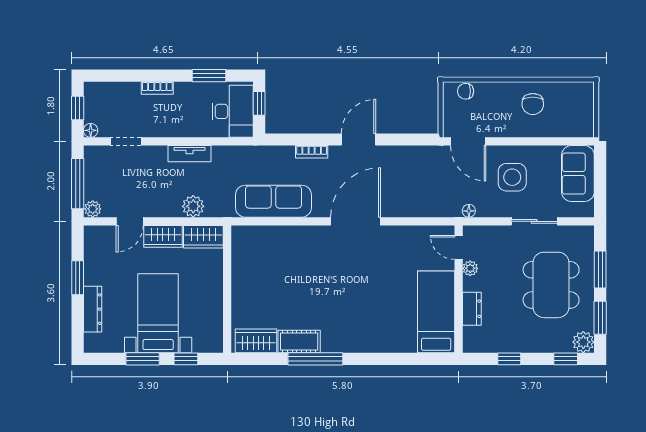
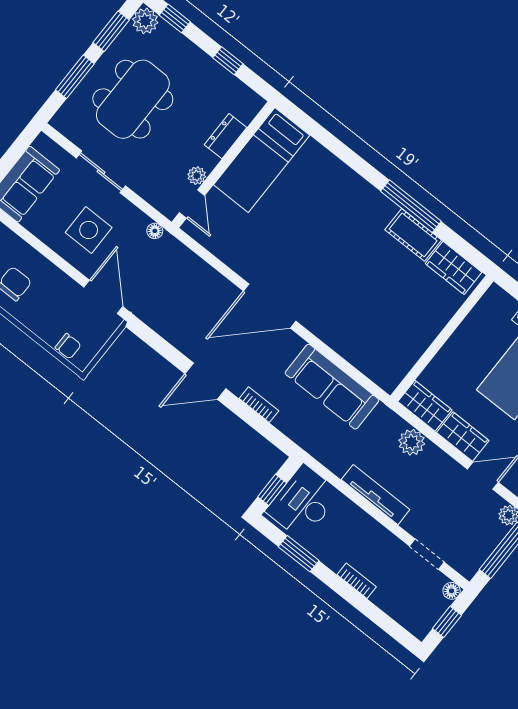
tv unit: (190, 154) -> (376, 495), width x1.41

